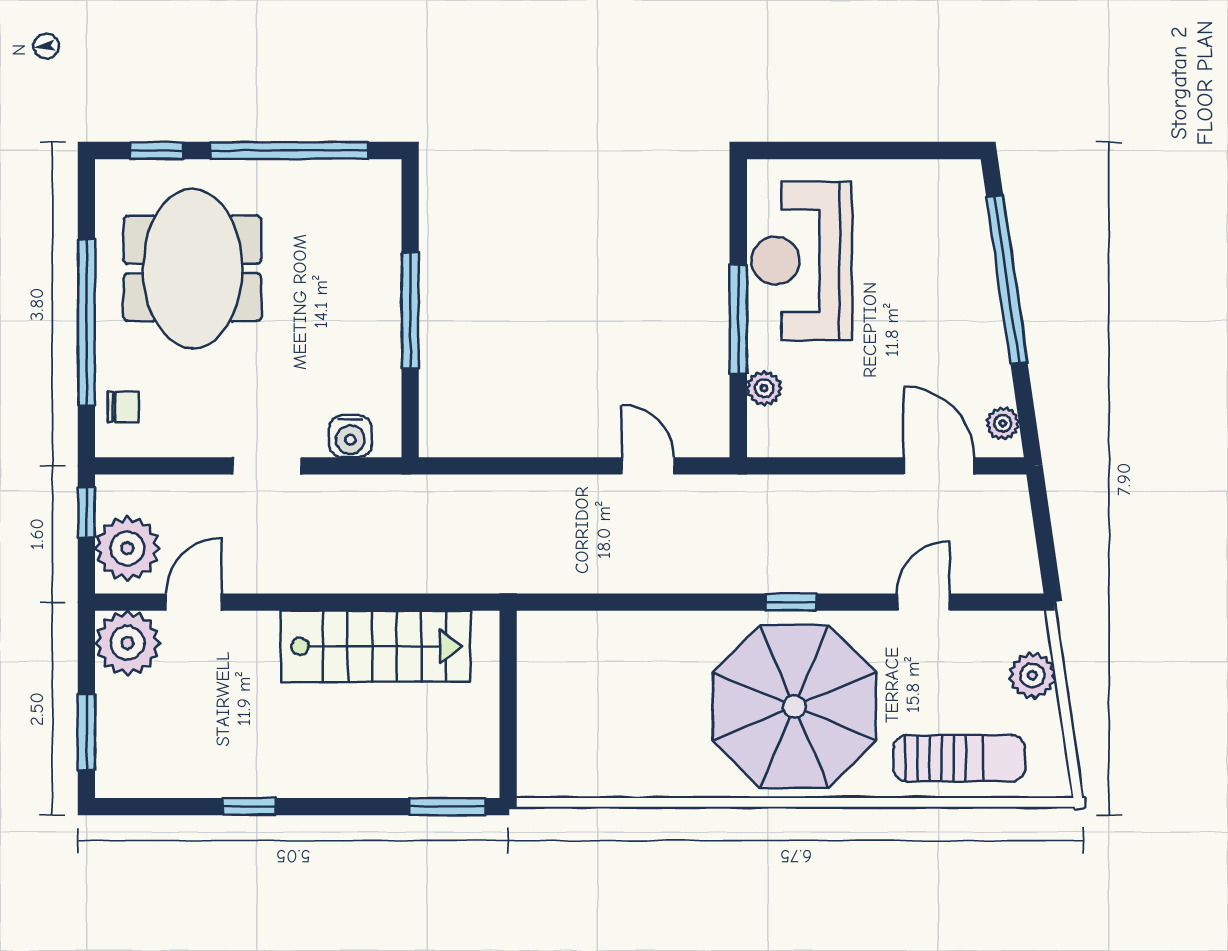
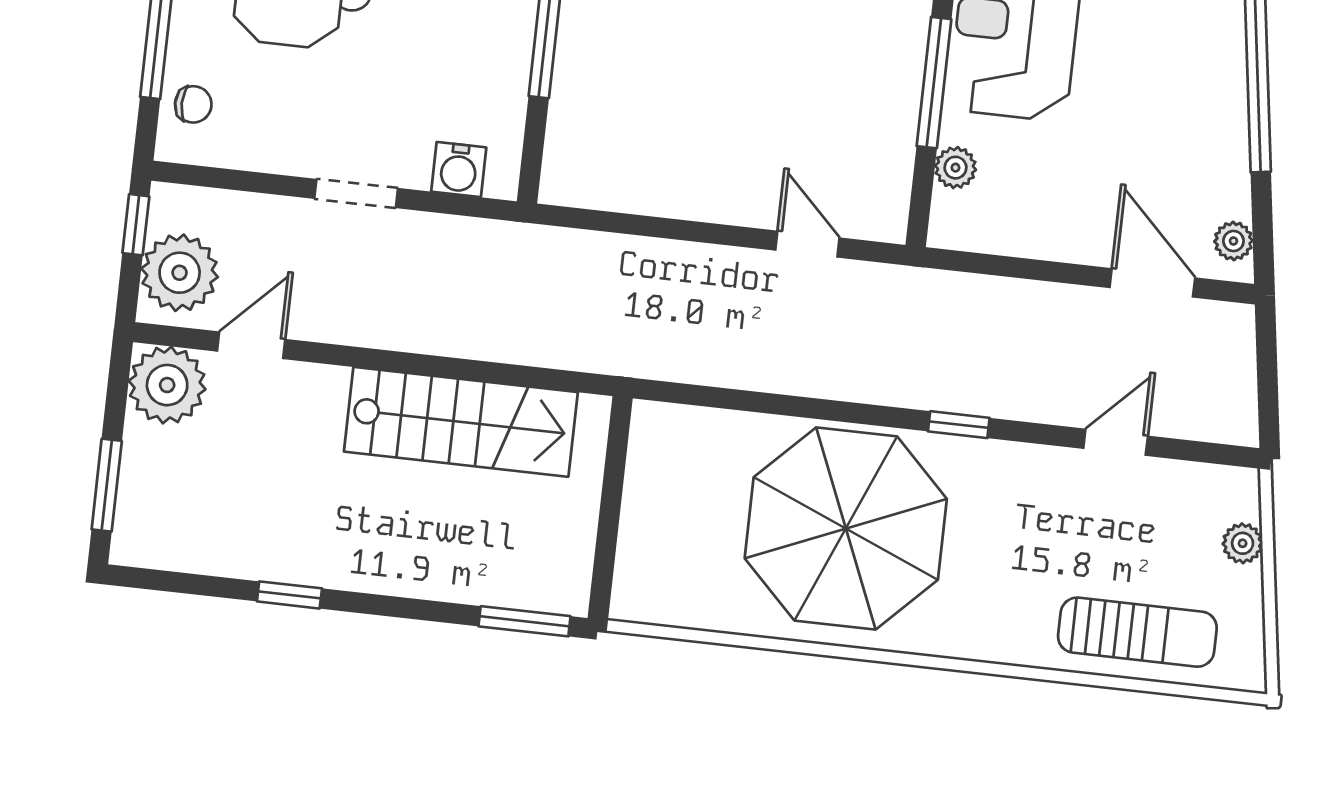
plant: (1032, 675) -> (1243, 543), width x0.73, depth x0.73
parasol: (794, 706) -> (846, 529), moved

